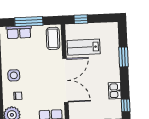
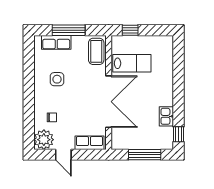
lab bench: (84, 47) -> (132, 63), turned 180
window: (124, 57) -> (179, 77), removed
side table: (14, 75) -> (57, 79), moved

